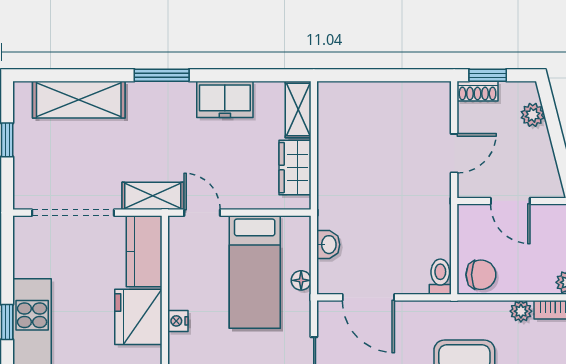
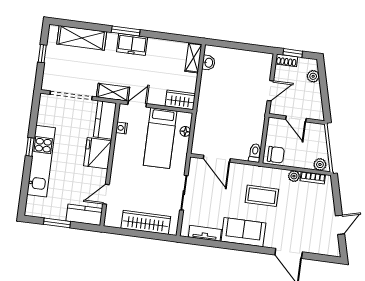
freezer: (225, 99) -> (132, 44), moved
wardrobe: (295, 168) -> (180, 100), moved, turned 90
door: (202, 213) -> (137, 104), hinge flipped
washbasin: (328, 245) -> (208, 63), moved
floor lamp: (301, 280) -> (185, 131), moved
nightstand: (178, 321) -> (121, 128), moved

